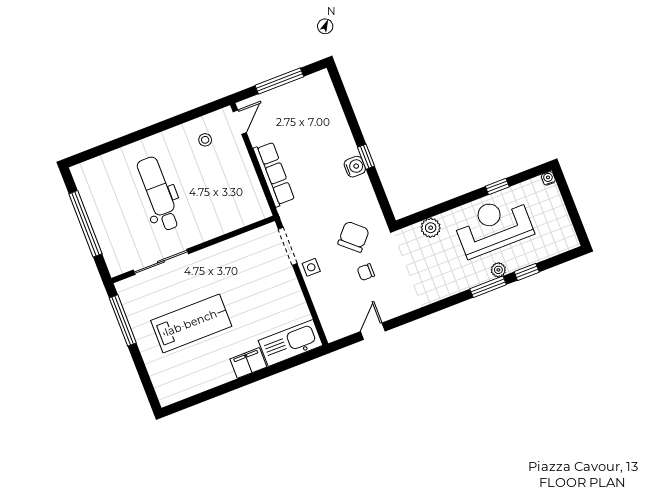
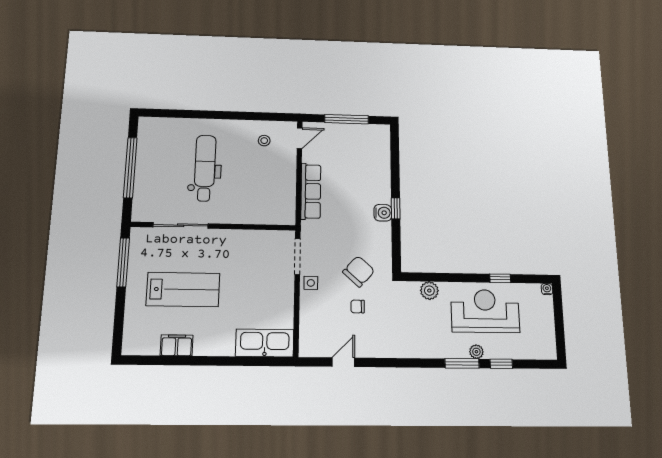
filing cabinet: (248, 363) -> (177, 345), moved

